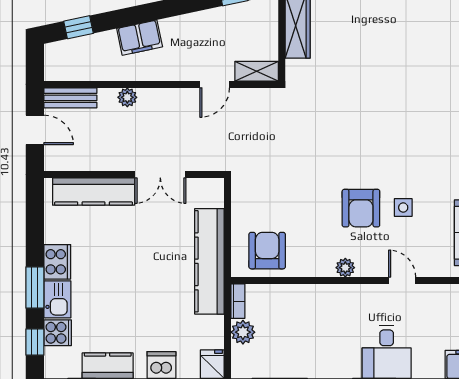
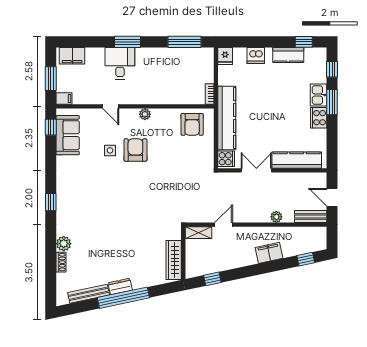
plant: (243, 332) -> (207, 75), removed
cooker: (58, 333) -> (226, 159), moved, turned 180

